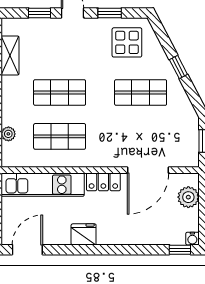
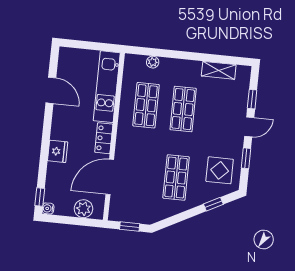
window: (178, 67) -> (213, 204), moved
door: (148, 170) -> (110, 177), hinge flipped
fridge: (84, 234) -> (58, 151), moved
door: (27, 250) -> (51, 90), moved

